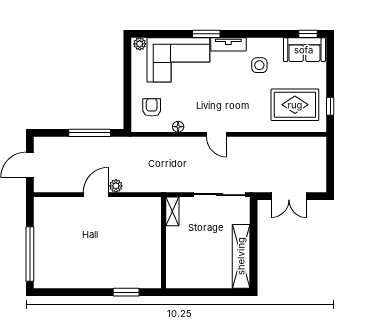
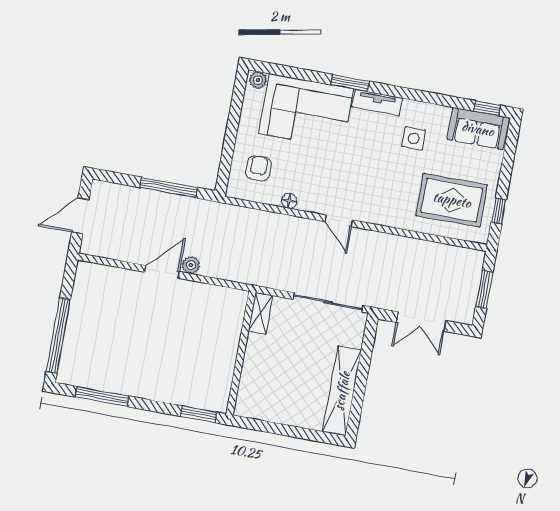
window: (330, 165) -> (484, 289), added
window: (69, 292) -> (102, 397), added
window: (126, 292) -> (199, 414), moved

